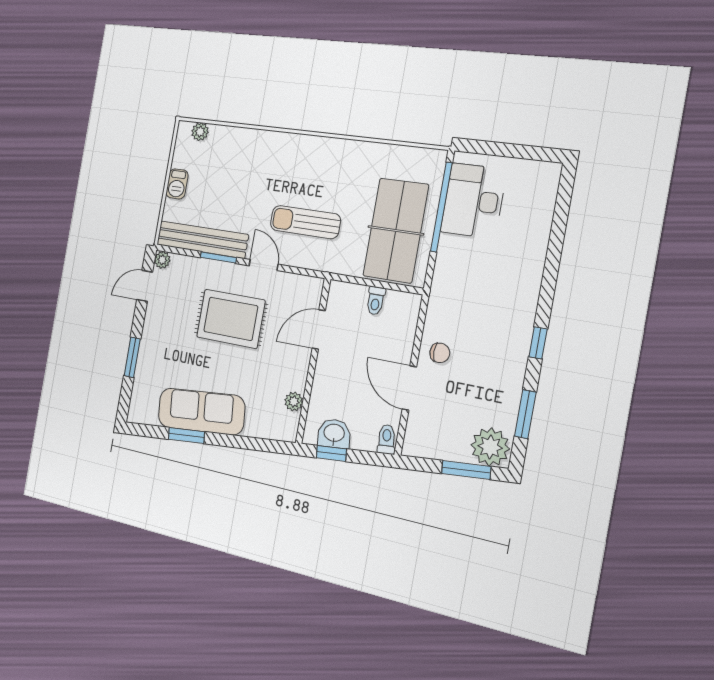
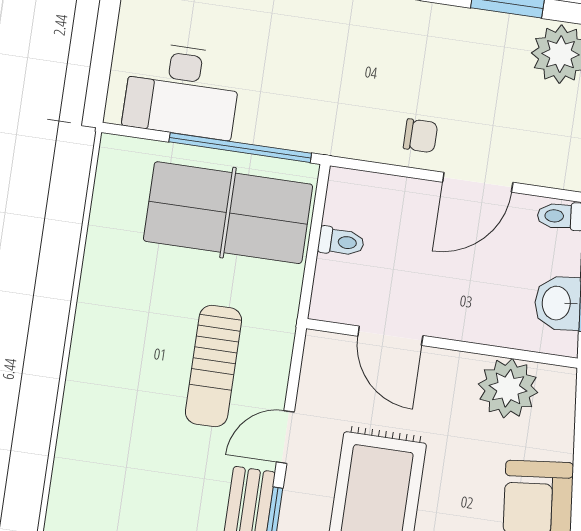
window: (441, 207) -> (240, 148), moved
chair: (440, 353) -> (420, 136), turned 90
plant: (294, 402) -> (508, 388), width x1.88, depth x1.88

